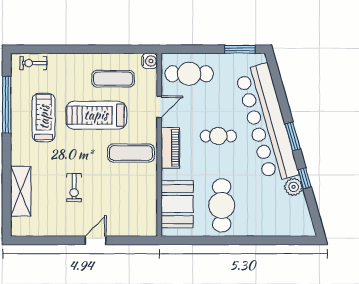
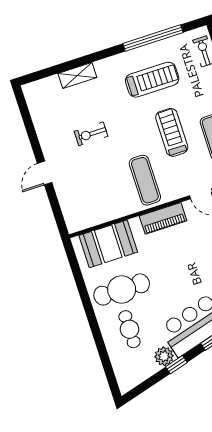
treadmill: (96, 115) -> (172, 132), width x0.73, depth x0.73
cafe table: (218, 136) -> (129, 329), moved
shelving: (21, 191) -> (77, 75), width x0.67, depth x0.75
door: (96, 240) -> (45, 173), swing flipped

